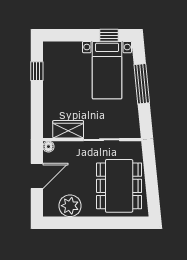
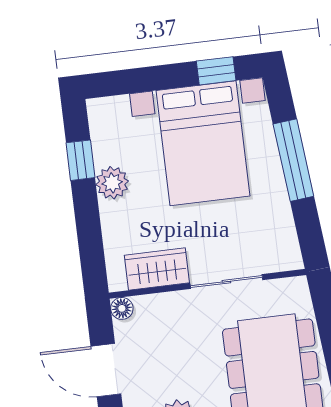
bed with nightstands: (107, 70) -> (203, 143), width x1.36
plant: (51, 84) -> (112, 183), added
door: (37, 176) -> (106, 370), swing flipped

